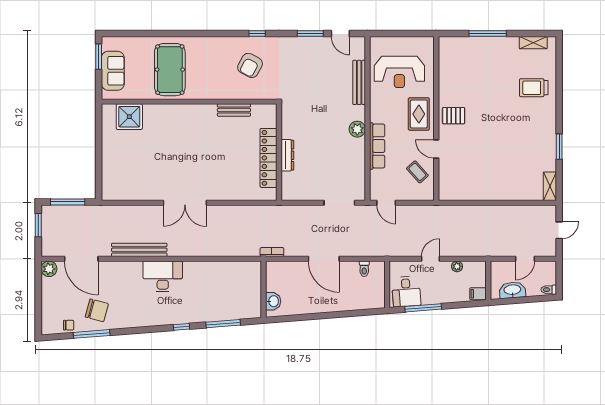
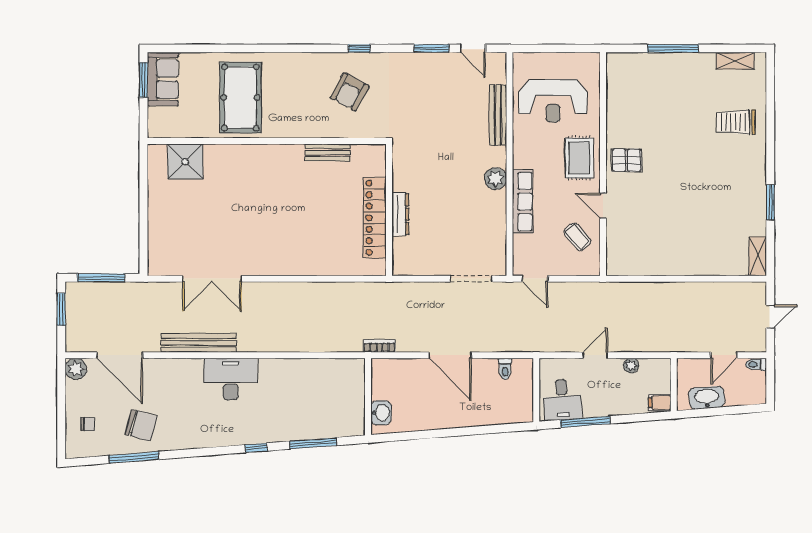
sofa: (113, 71) -> (163, 79), moved
double door: (185, 203) -> (212, 279), moved
toilet: (549, 290) -> (756, 364), moved
chair: (69, 325) -> (88, 424), moved

